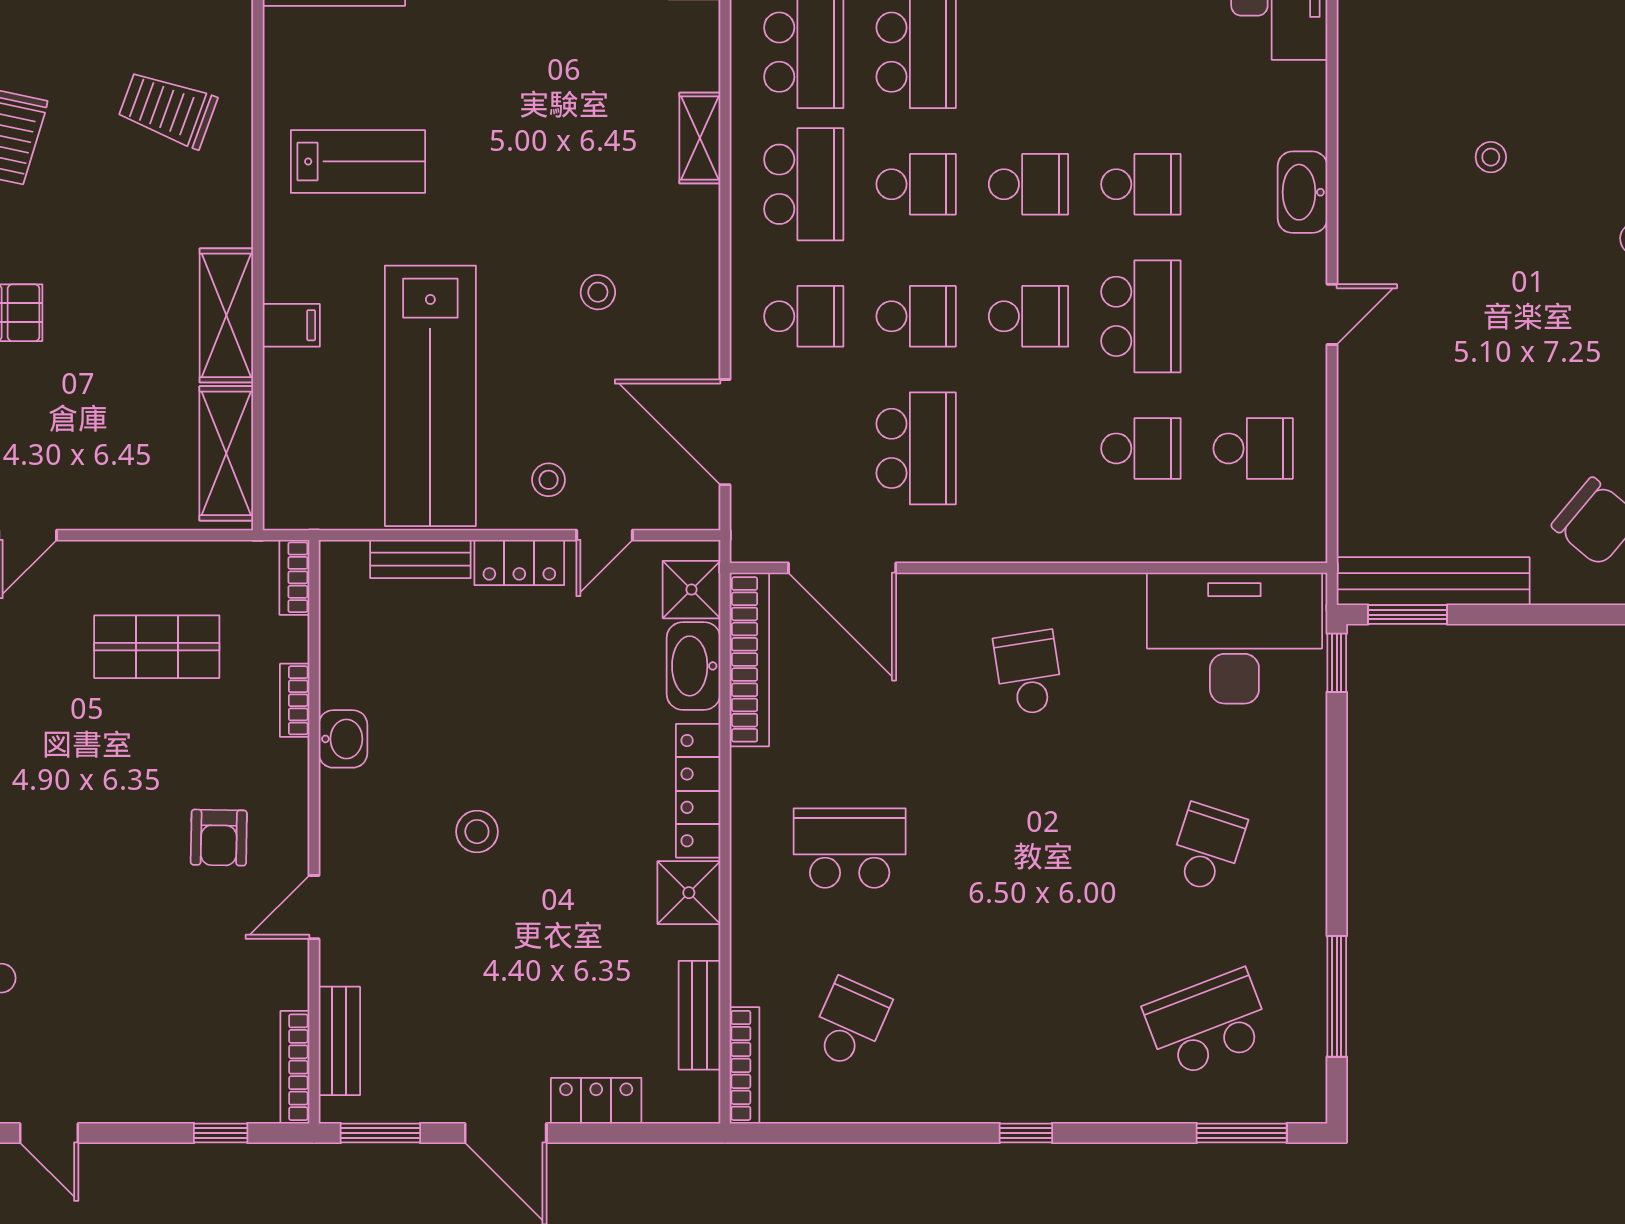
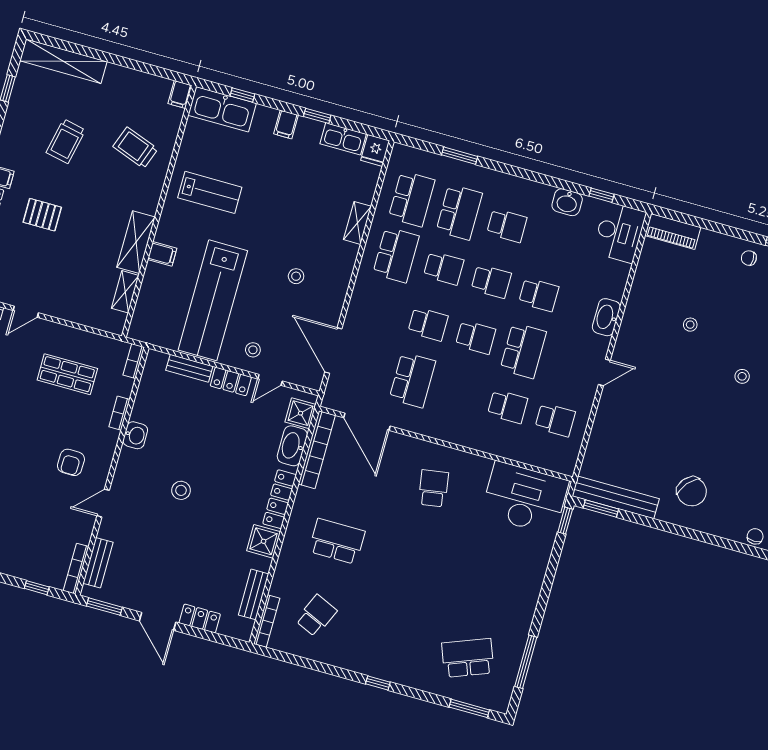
school desk: (804, 316) -> (507, 225), moved
shelving: (226, 453) -> (125, 292), width x0.67, depth x0.75
school desk: (1207, 848) -> (488, 584), removed

